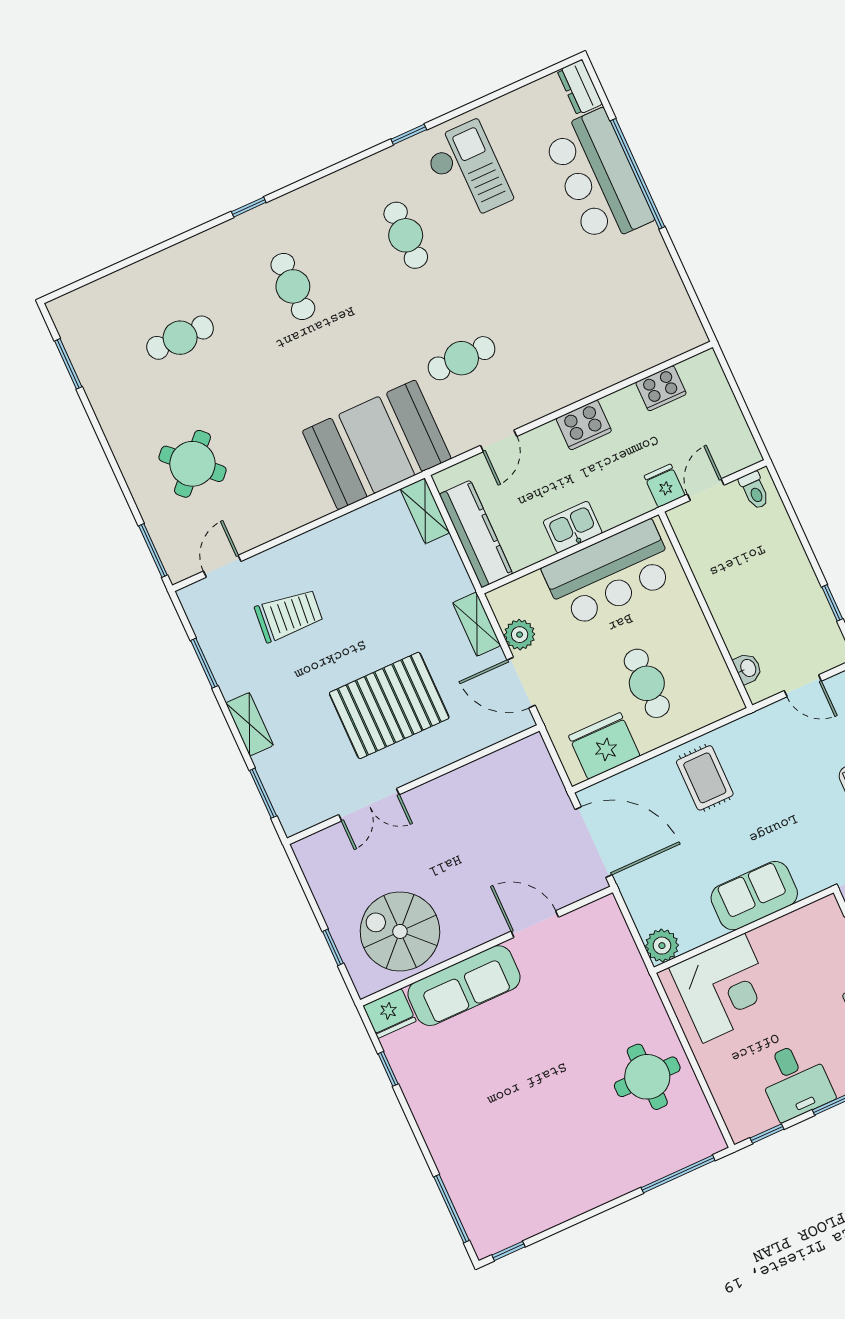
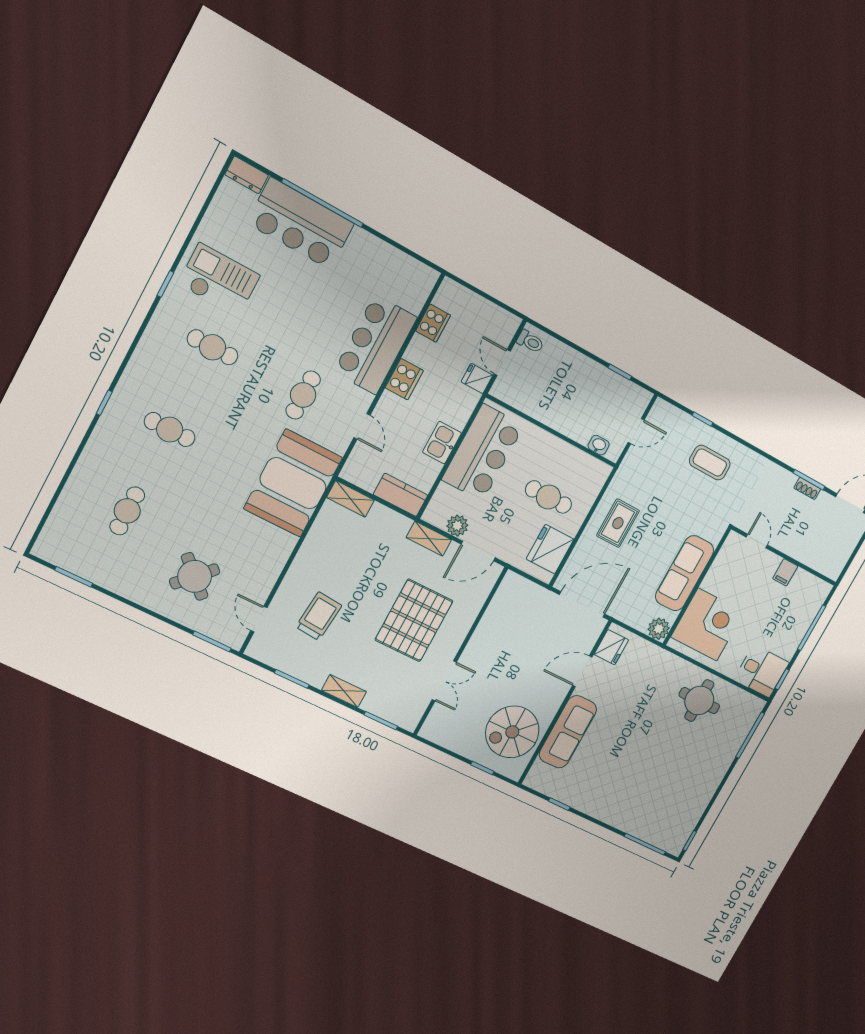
bar counter: (581, 364) -> (375, 345), added
kitchen counter: (476, 534) -> (401, 495), width x0.67
rug: (705, 778) -> (618, 523), turned 90
sofa: (754, 896) -> (685, 573), width x1.36
fridge: (390, 1013) -> (611, 647), moved
desk: (795, 1081) -> (761, 671), moved

